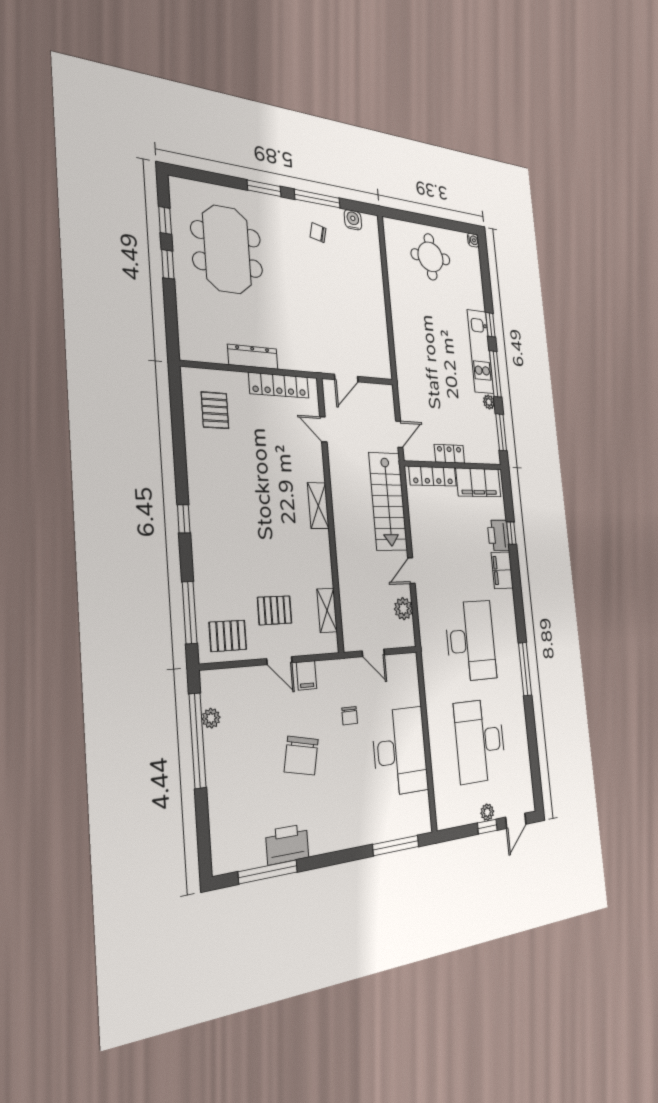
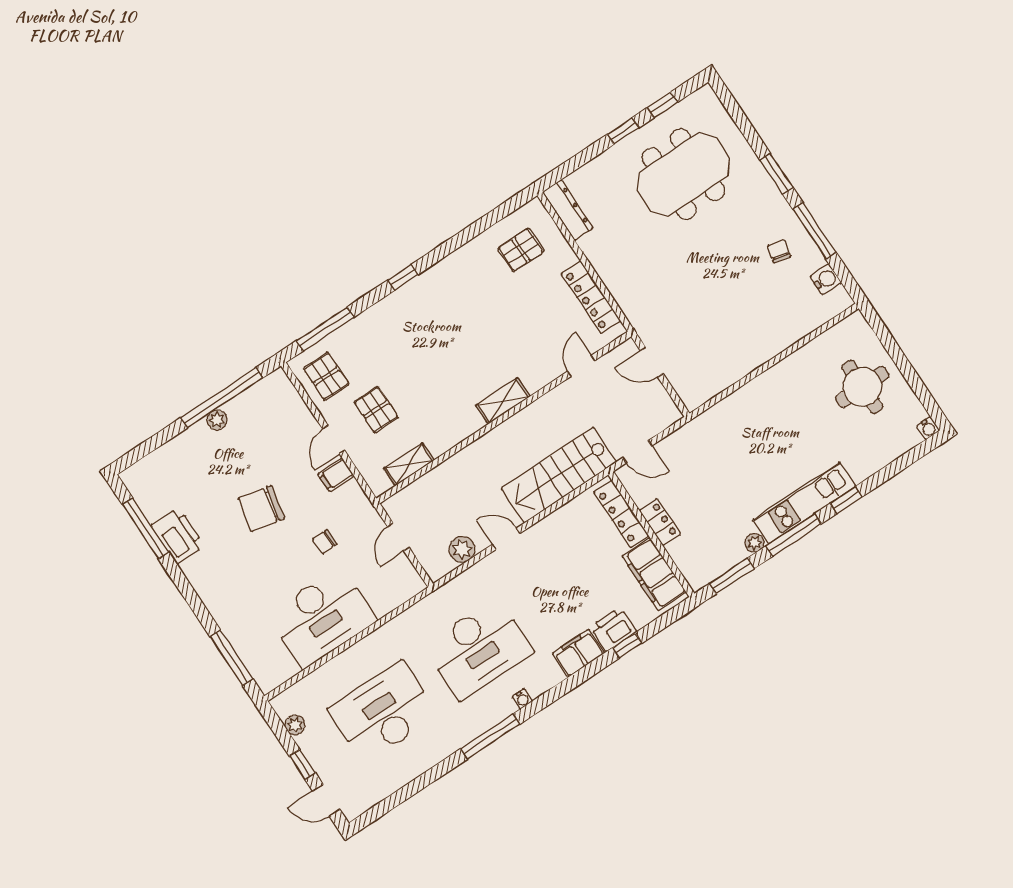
dresser: (253, 357) -> (568, 210), moved
water cooler: (513, 630) -> (522, 699), added
plant: (211, 718) -> (217, 420), moved
plant: (487, 812) -> (295, 725), moved

